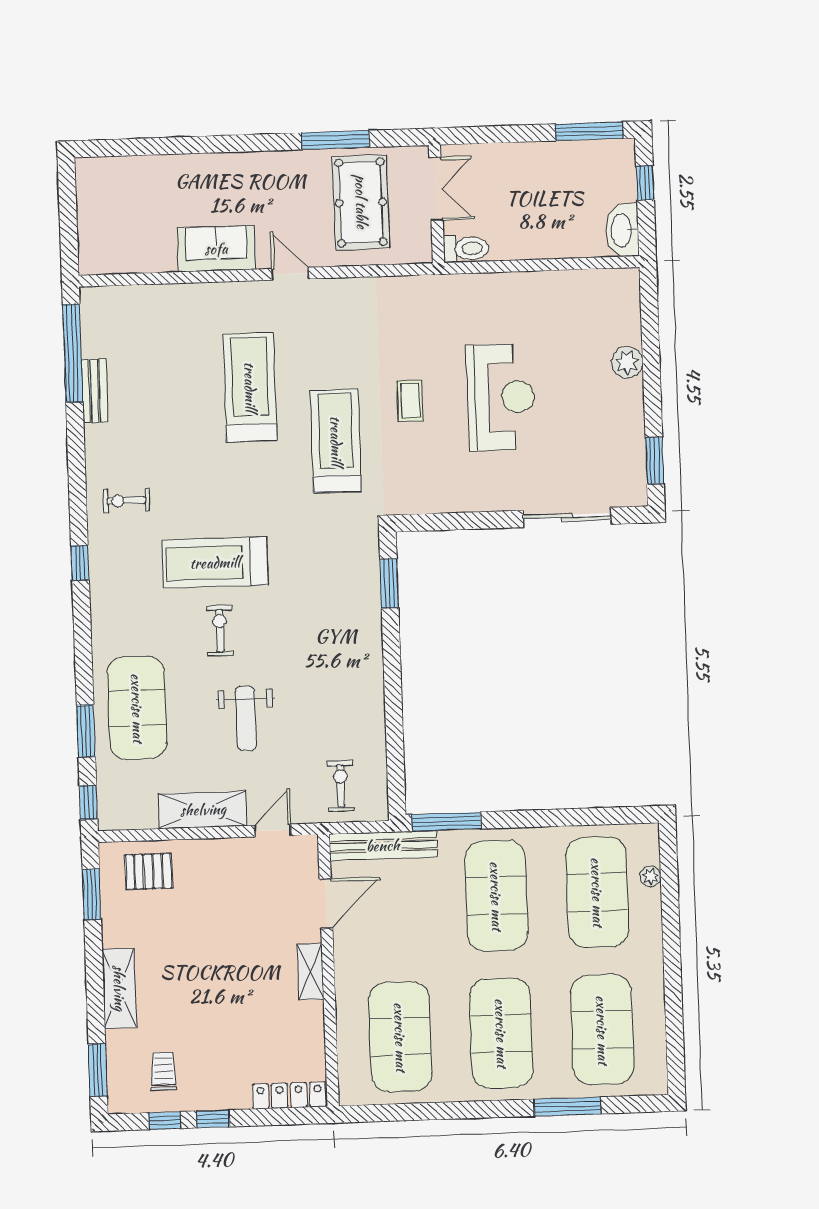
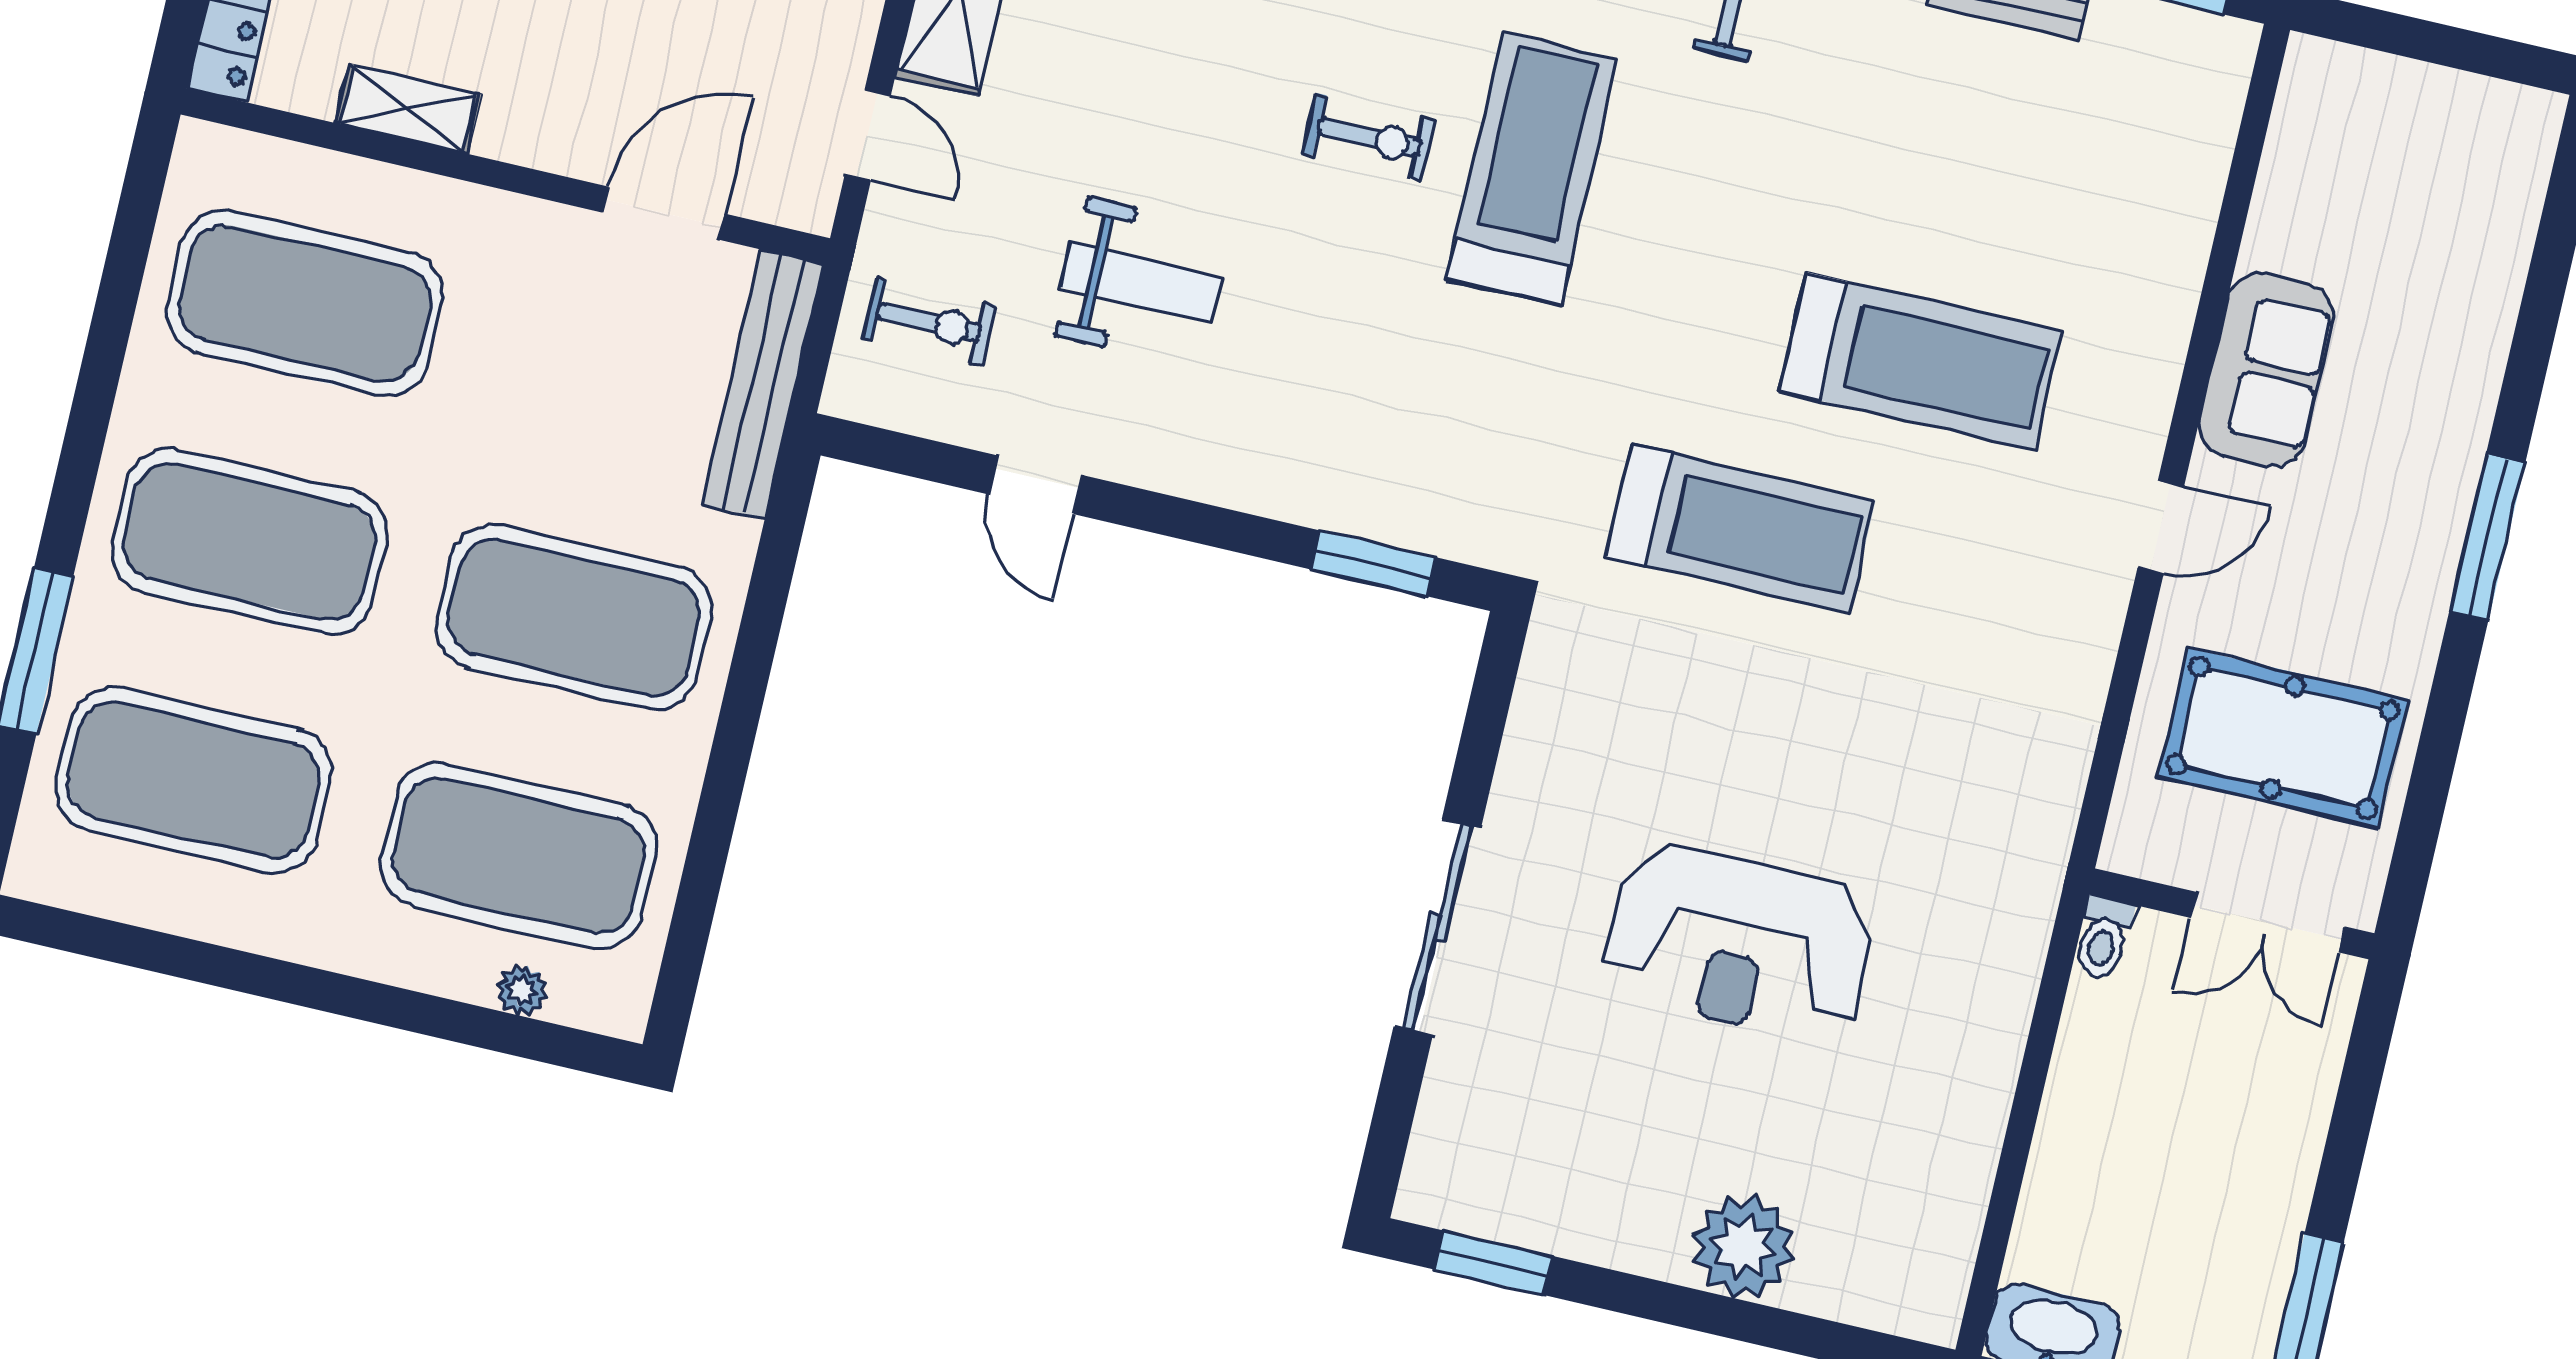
window: (335, 140) -> (2487, 538), moved
toilet: (466, 249) -> (2103, 938), width x0.73, depth x0.72
plant: (627, 362) -> (1743, 1247), width x1.36, depth x1.36
coffee table: (410, 401) -> (1787, 728), removed
sliding door: (567, 517) -> (1437, 927), moved
weight bench: (246, 718) -> (1142, 283), moved, turned 180
door: (394, 726) -> (1035, 485), added
window: (446, 822) -> (779, 547), removed
door: (326, 903) -> (664, 213), swing flipped
shelving: (310, 972) -> (408, 109), moved

